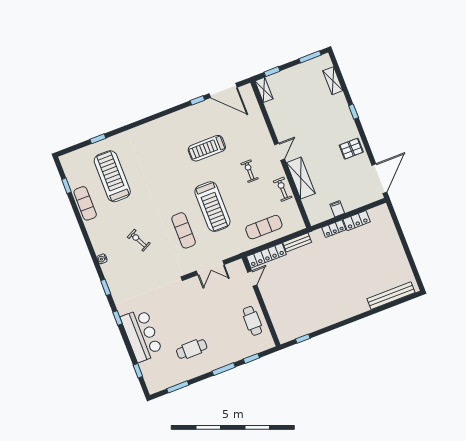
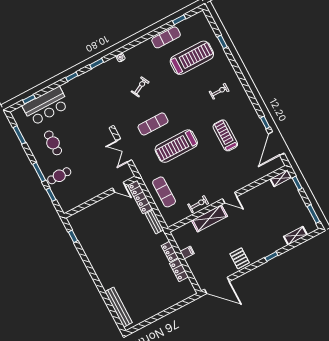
exercise bike: (249, 171) -> (219, 91), moved
cafe table: (252, 321) -> (59, 176), moved
bar counter: (141, 335) -> (46, 106), moved

